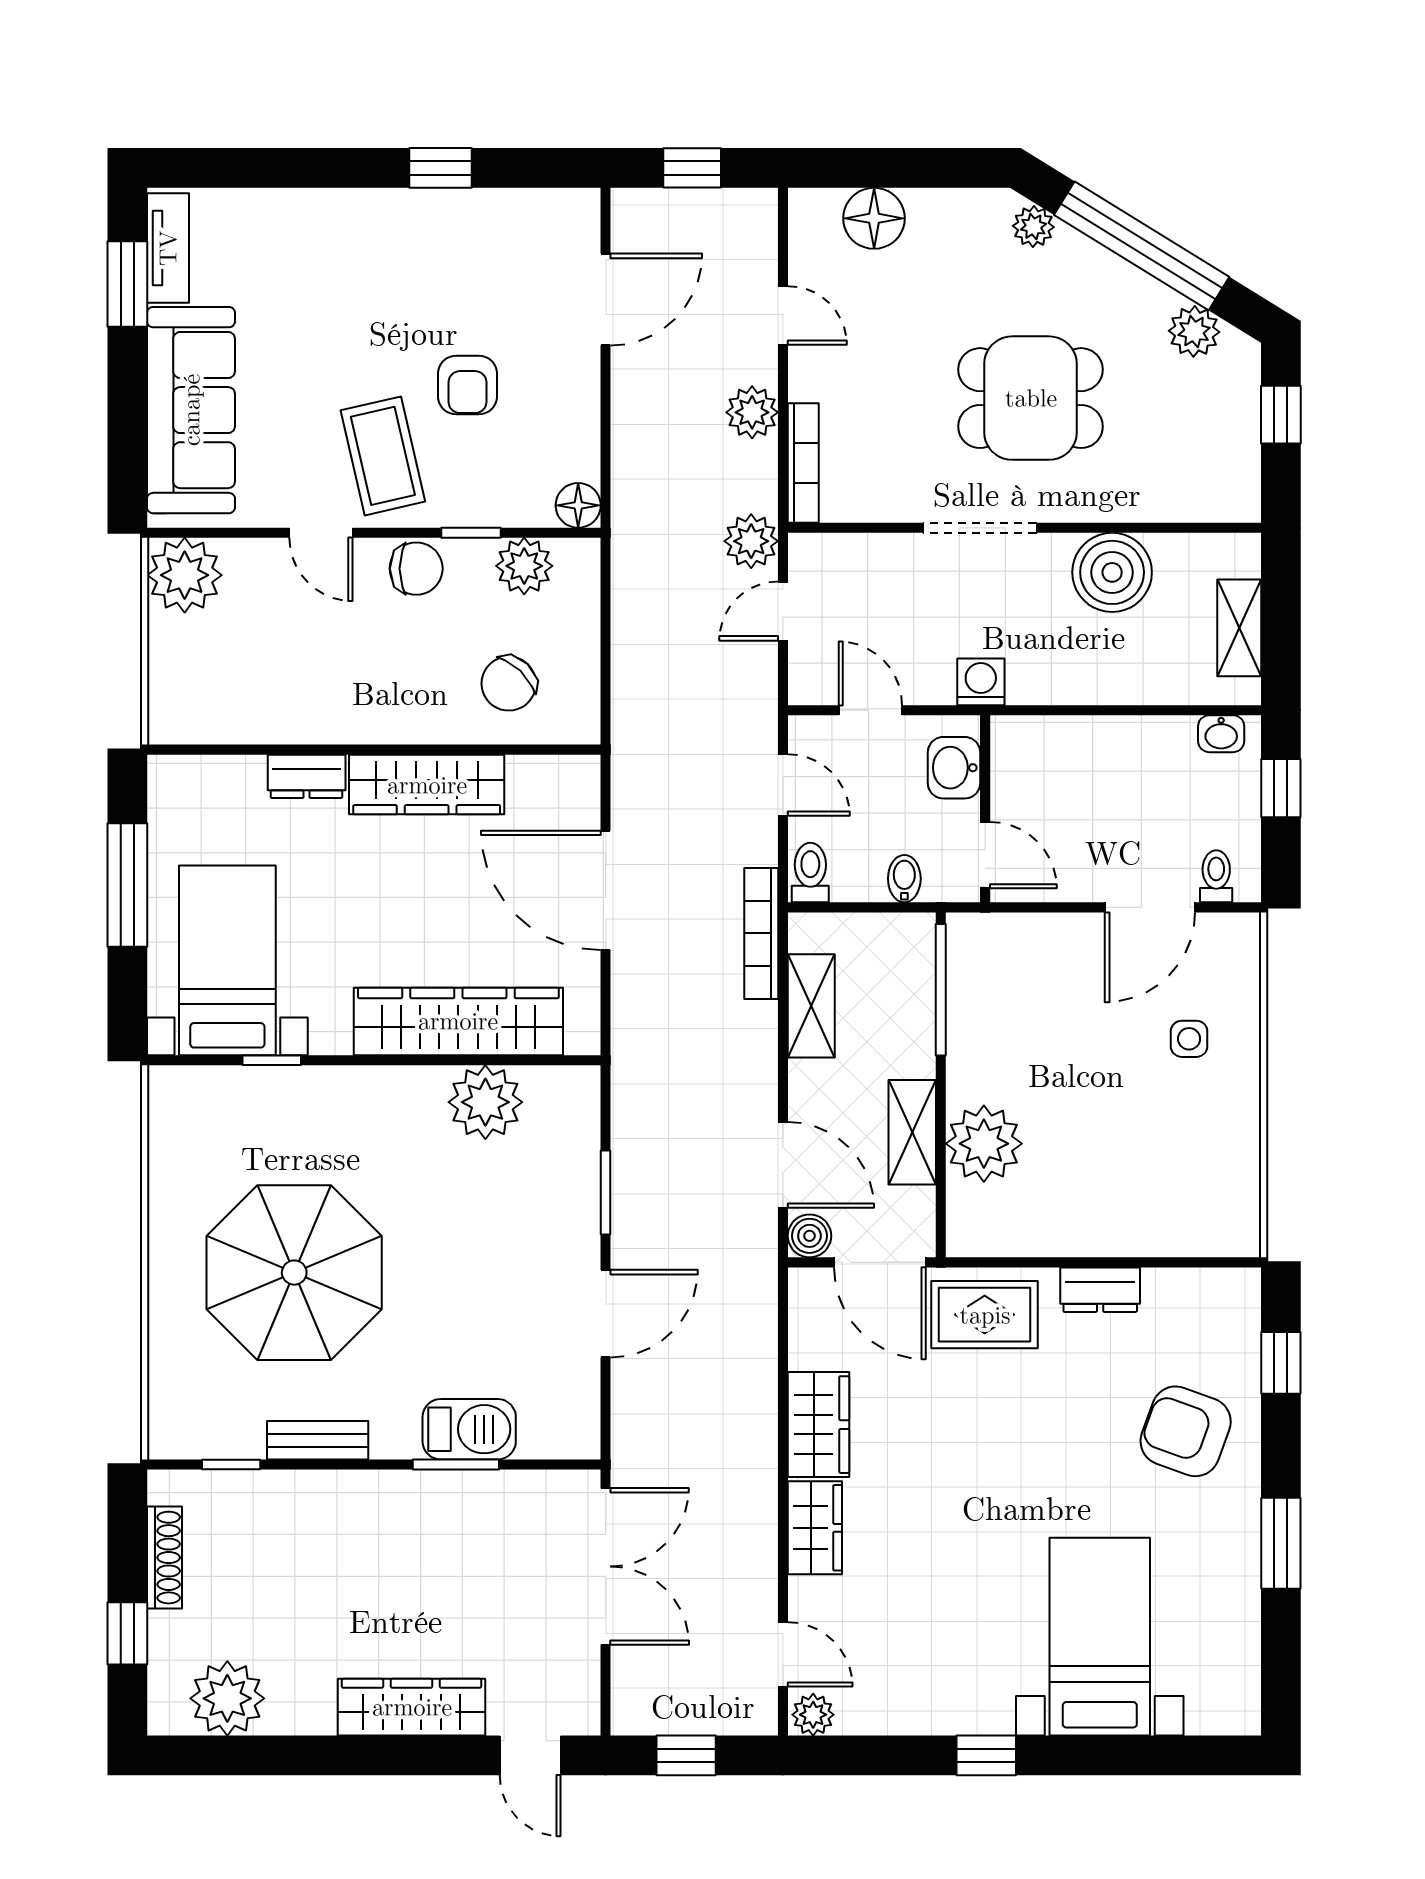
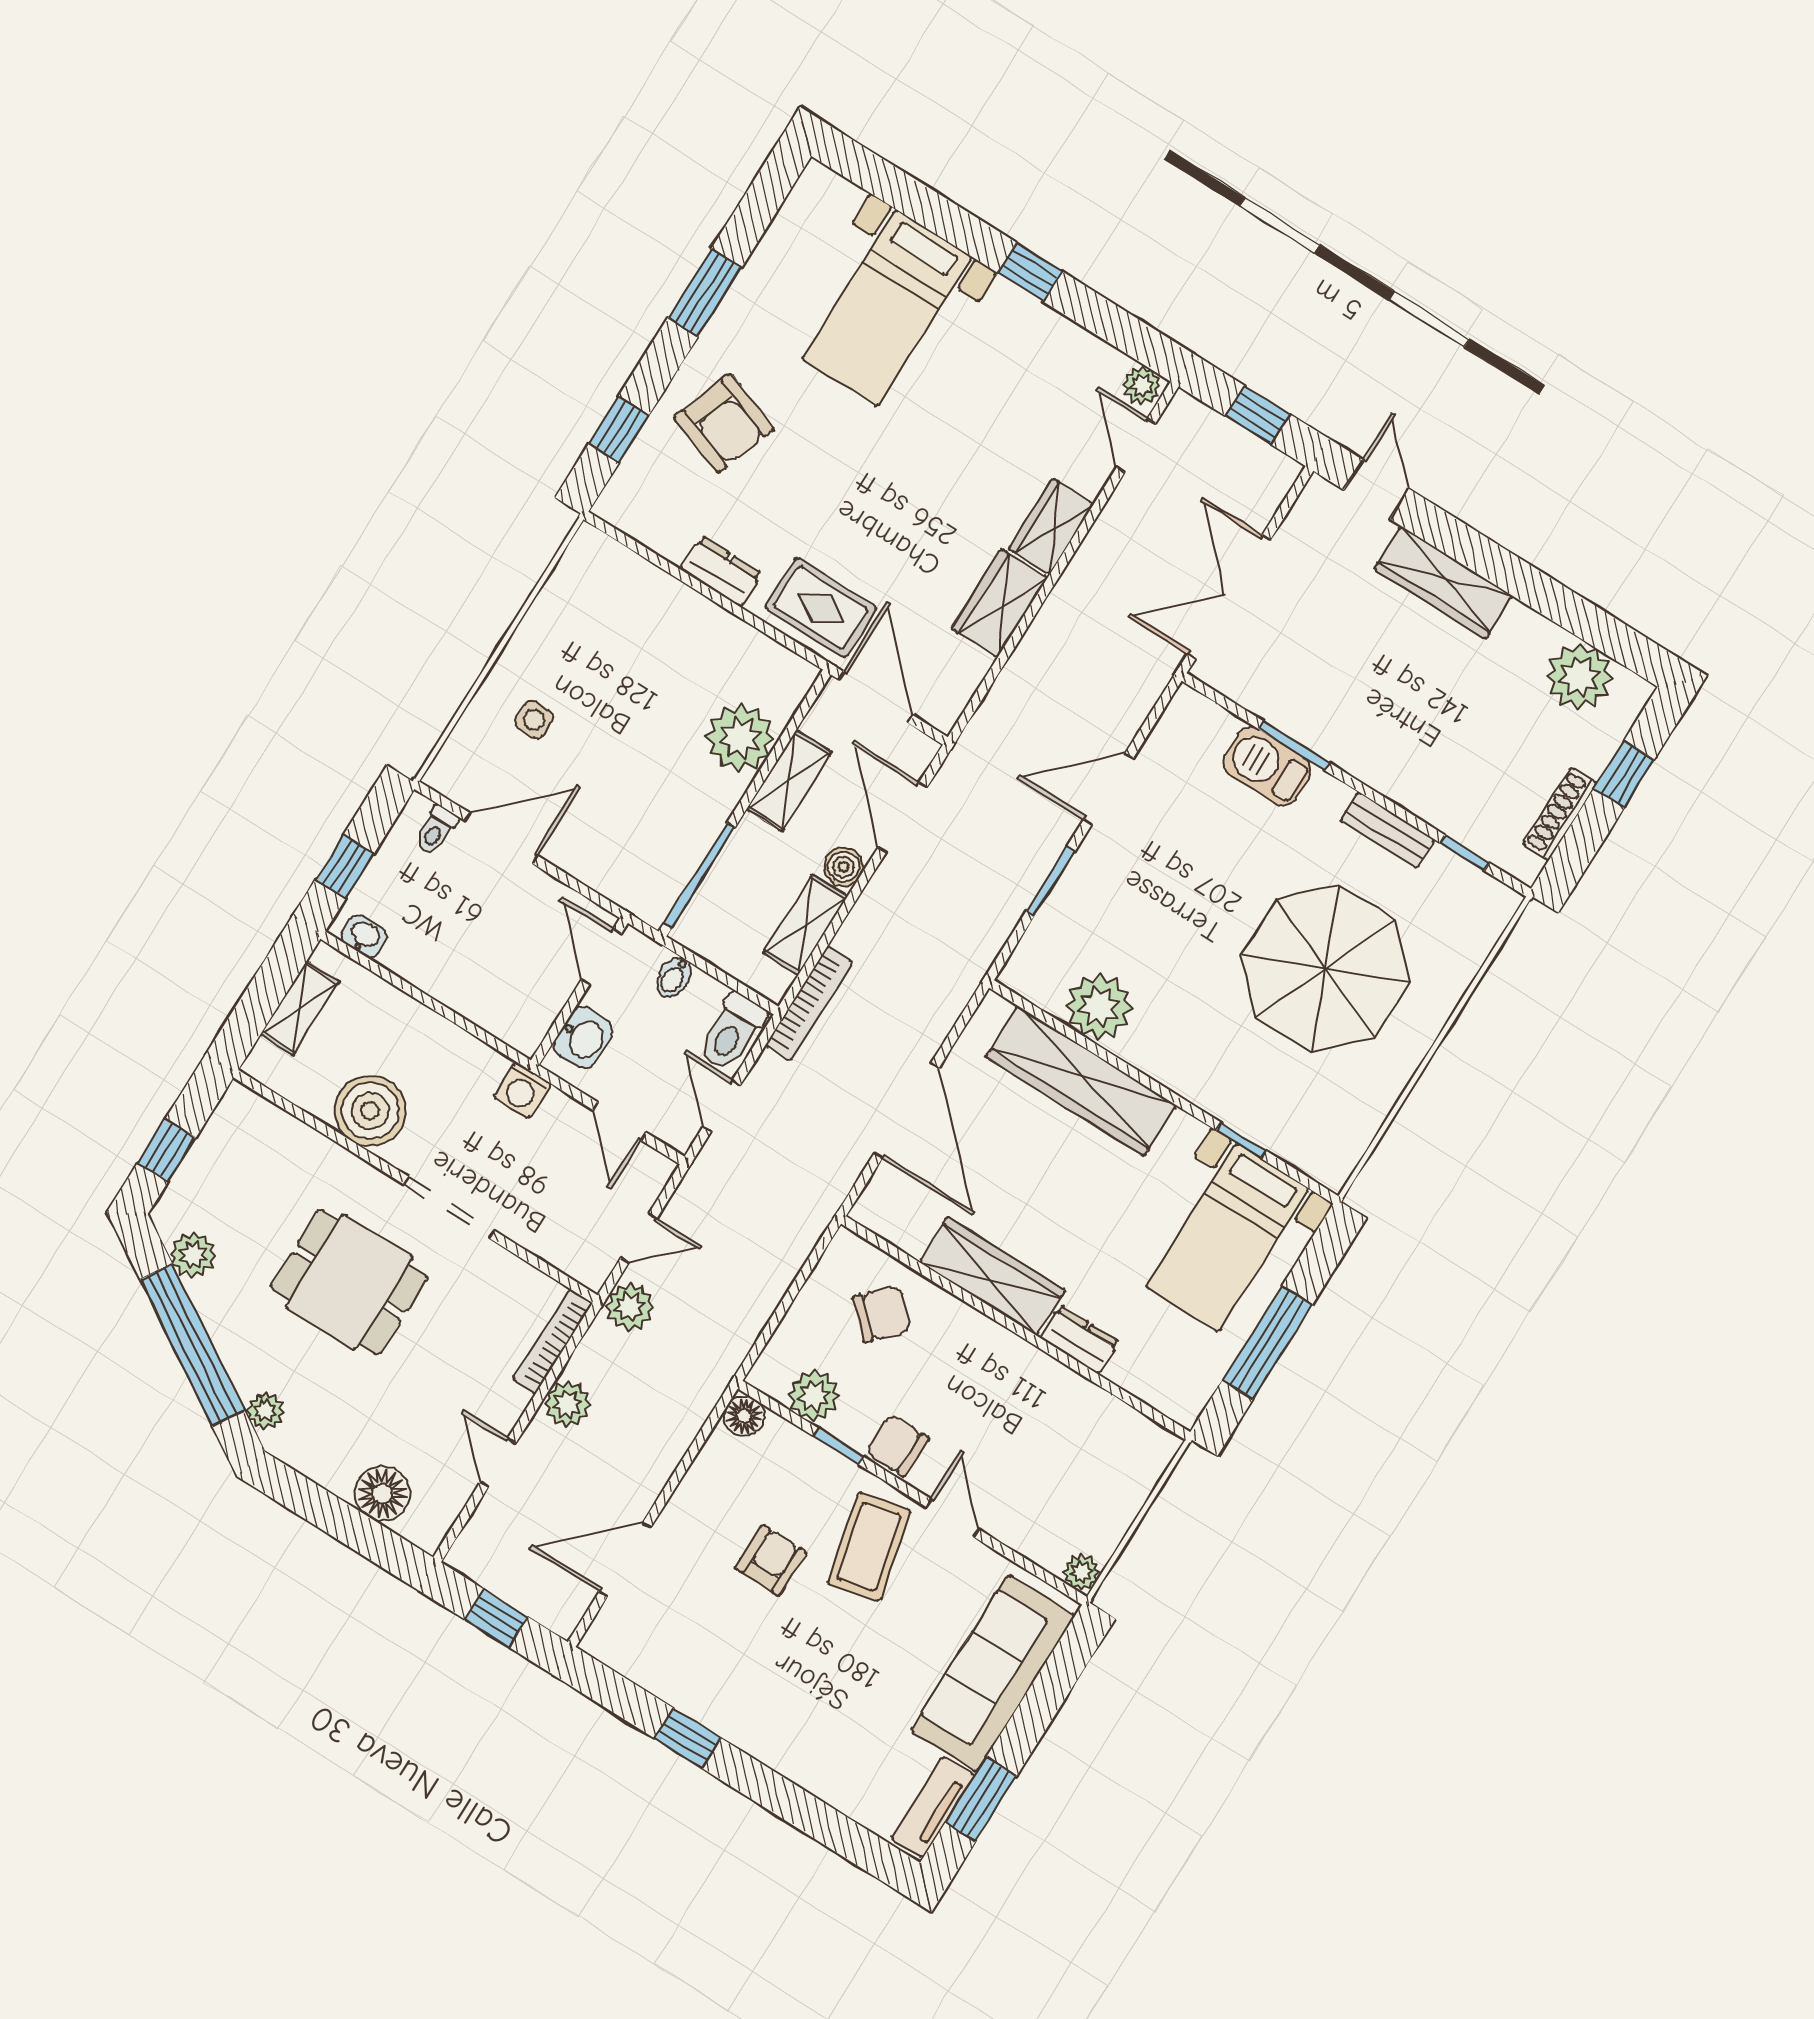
plant: (185, 575) -> (1081, 1572), width x0.53, depth x0.53
toilet: (810, 873) -> (732, 1032), width x1.37, depth x1.39
boiler: (809, 1236) -> (844, 867), moved

